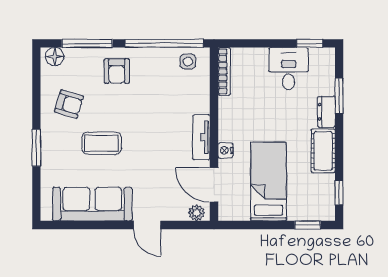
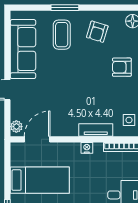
tv unit: (201, 137) -> (96, 130), moved
coffee table: (102, 143) -> (62, 35), moved
nightstand: (225, 150) -> (87, 148), moved

